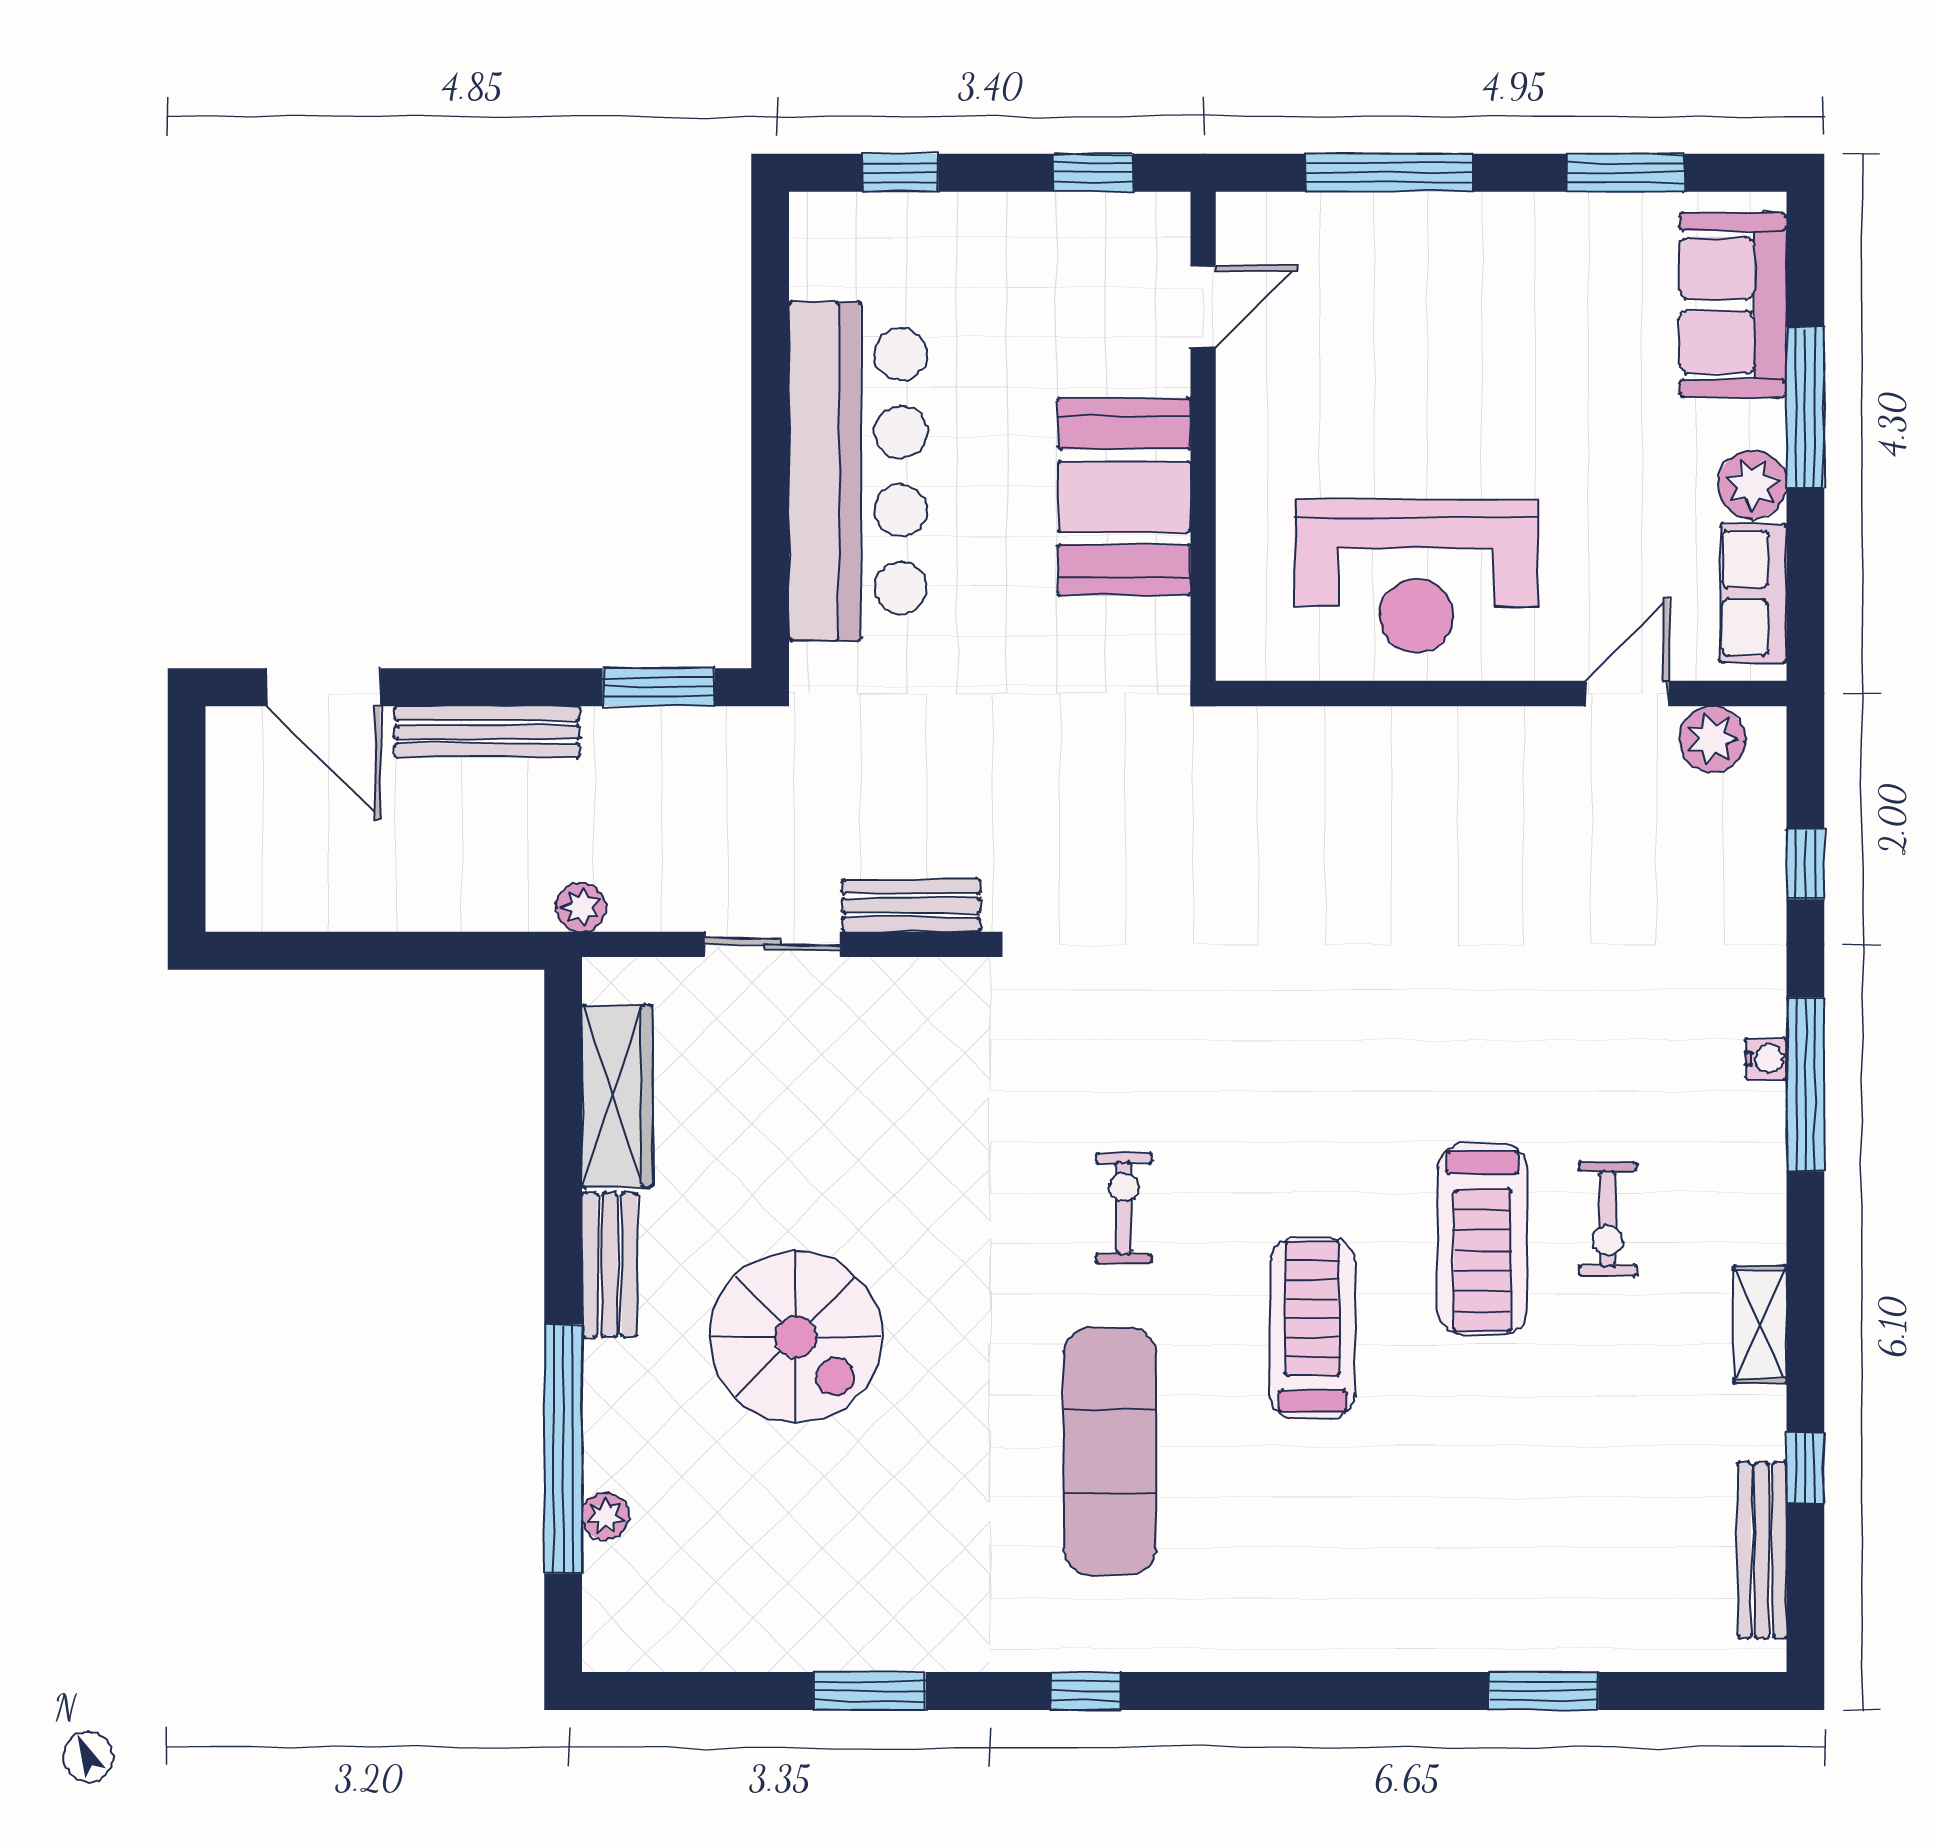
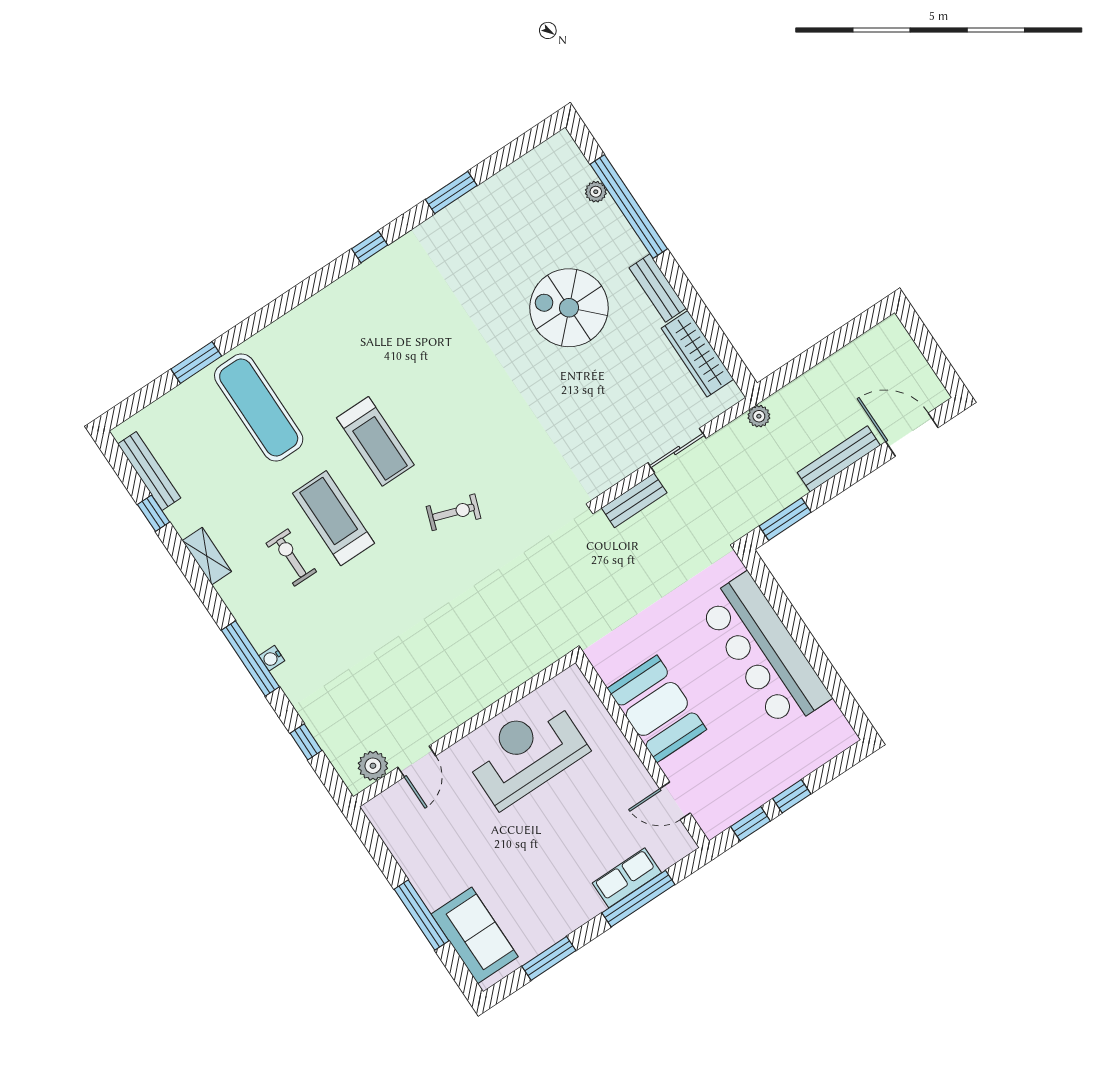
window: (900, 173) -> (792, 796), moved
door: (1203, 307) -> (675, 801), hinge flipped
plant: (1752, 485) -> (422, 872), removed
row of seats: (1753, 593) -> (627, 878), moved, turned -90
exercise bike: (1124, 1208) -> (454, 512), moved, turned -71
exercise mat: (1110, 1451) -> (259, 408), moved

